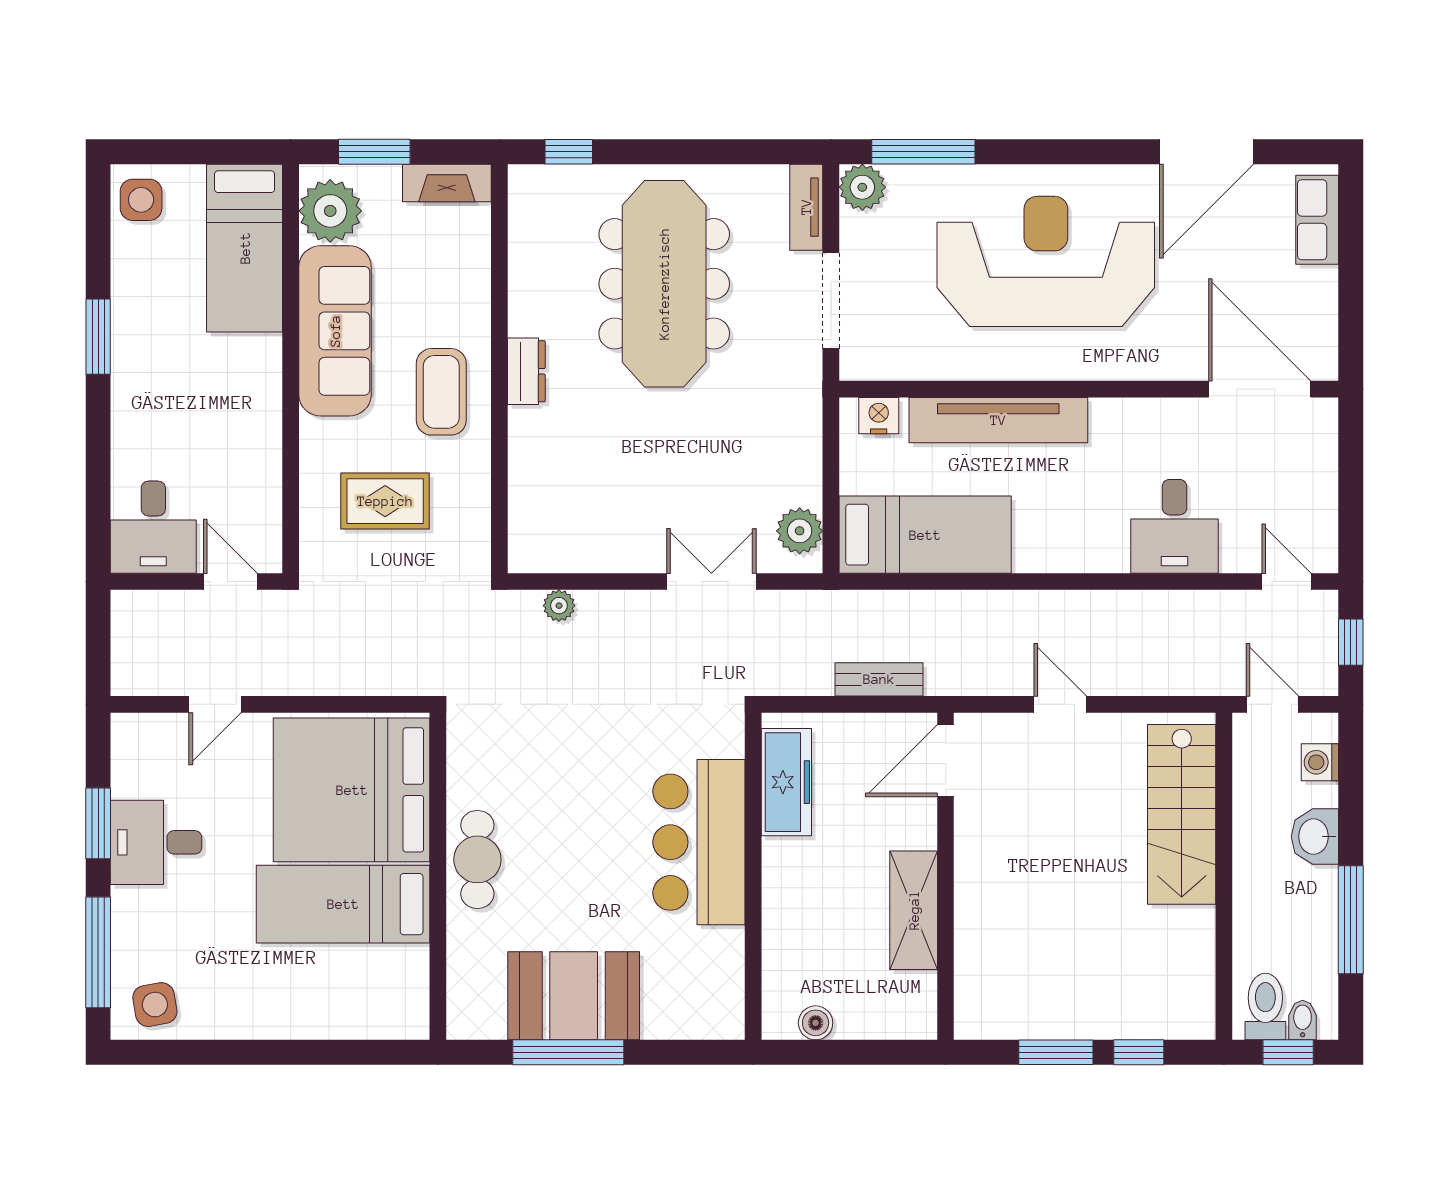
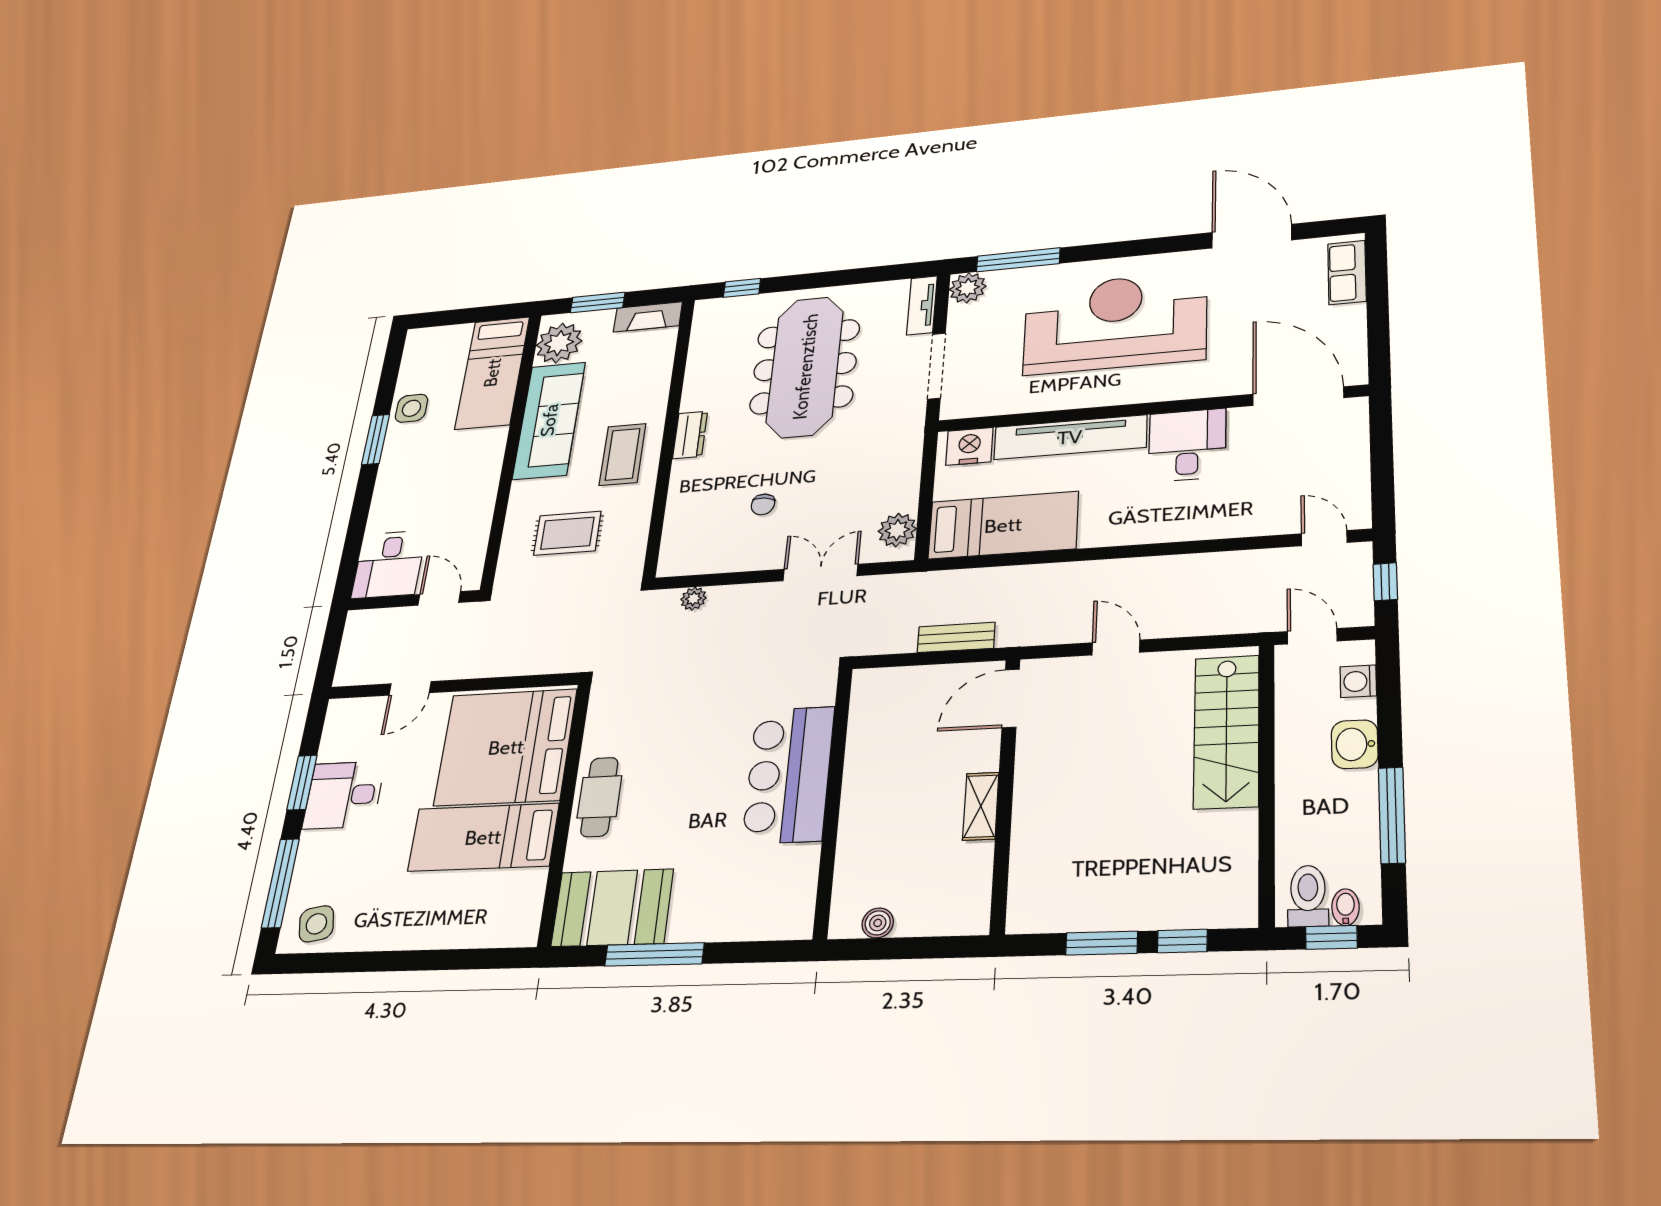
door: (1207, 152) -> (1252, 236), swing flipped
side table: (141, 200) -> (411, 408), moved
nightstand: (879, 416) -> (969, 446), width x1.36, depth x1.33
chair: (631, 481) -> (763, 504), added
desk: (1175, 526) -> (1187, 445), moved, turned 180
freezer: (786, 782) -> (869, 723), removed
shelving: (914, 910) -> (981, 806), width x0.67, depth x0.75
booth: (574, 996) -> (612, 908), moved

